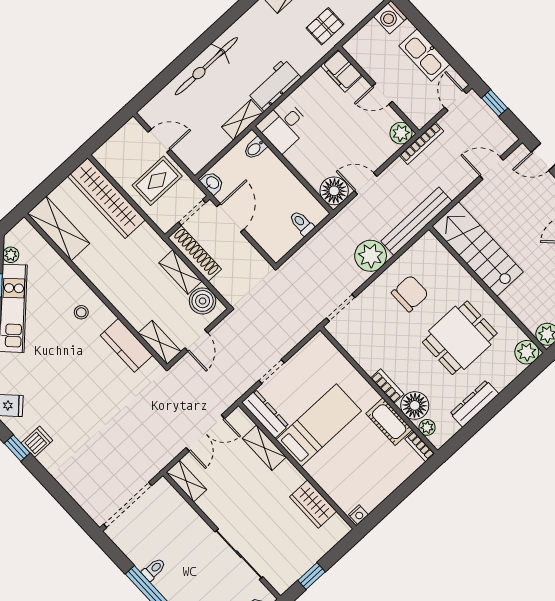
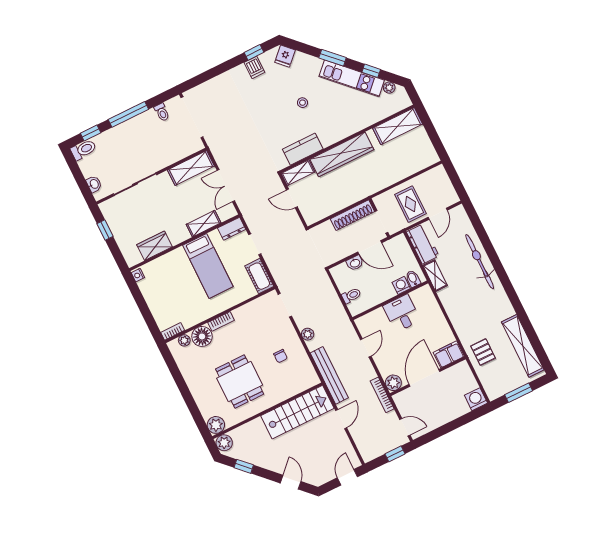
kitchen sink: (424, 55) -> (443, 415), removed
workbench: (274, 85) -> (423, 244), moved
door: (382, 94) -> (424, 378), width x1.88
desk: (284, 126) -> (402, 313), moved
washing machine: (269, 161) -> (401, 285), added
door: (492, 168) -> (341, 419), moved
washbasin: (212, 183) -> (355, 263), moved
floor lamp: (334, 191) -> (367, 325), removed
wardrobe: (106, 198) -> (342, 154), moved, turned 180
plant: (371, 256) -> (308, 334), width x0.53, depth x0.53
shelving: (180, 272) -> (342, 202), removed
chair: (410, 293) -> (281, 356), width x0.54, depth x0.54
boiler: (203, 301) -> (318, 211), removed
stool: (81, 312) -> (302, 103), moved
dresser: (474, 404) -> (191, 378), removed
dresser: (265, 414) -> (232, 229), width x0.70
cot: (389, 422) -> (259, 276), moved, turned 90
shelving: (186, 481) -> (191, 168), width x1.50, depth x1.33
toilet: (154, 569) -> (162, 112), moved

